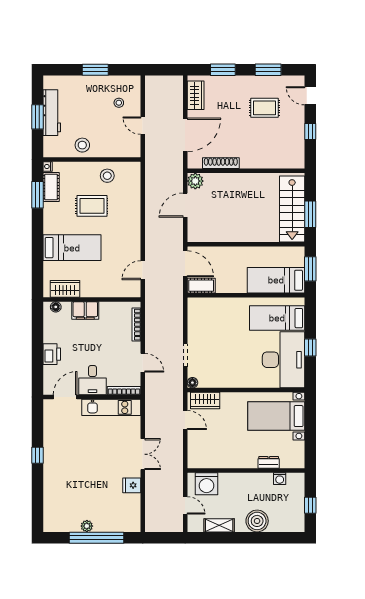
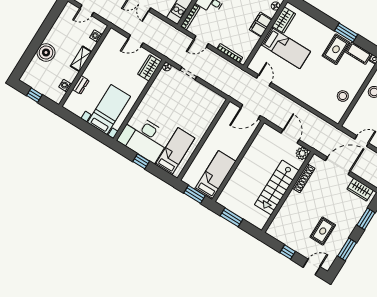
door: (185, 135) -> (338, 166), swing flipped
window: (37, 195) -> (346, 33), moved
rug: (92, 206) -> (336, 49), moved
stairs: (292, 209) -> (277, 188), moved, turned -90
bed: (72, 248) -> (286, 48), moved, turned -90
bed: (276, 280) -> (215, 175), moved
cot: (201, 286) -> (229, 113), removed
door: (185, 420) -> (136, 41), moved
washing machine: (207, 484) -> (96, 36), width x0.53, depth x0.53
shelving: (219, 525) -> (81, 59), moved

